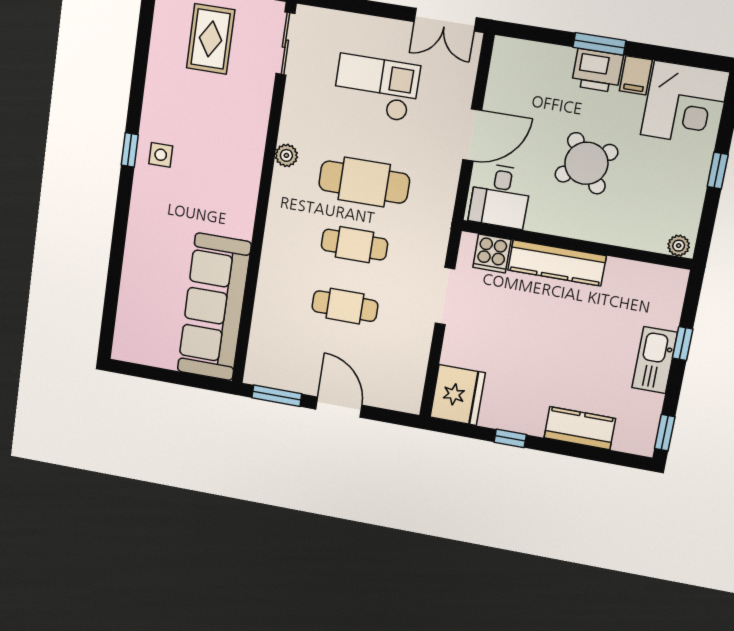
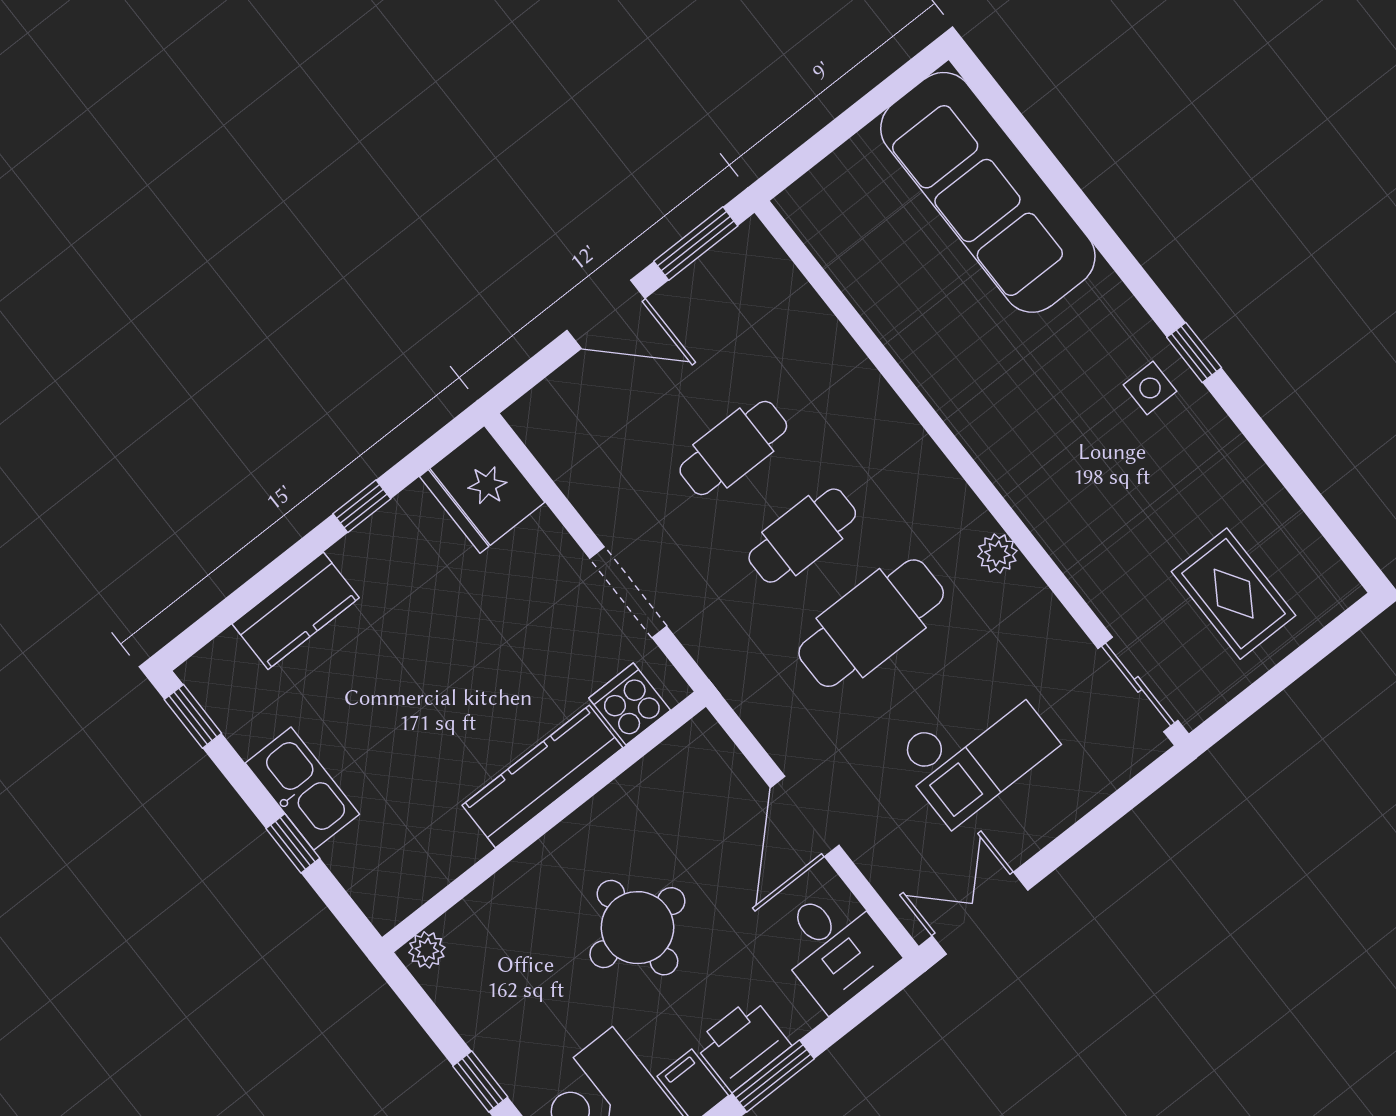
round table: (586, 163) -> (637, 928), turned 35
desk: (500, 196) -> (834, 947), moved, turned 180
sofa: (214, 307) -> (988, 192), moved, turned 180

